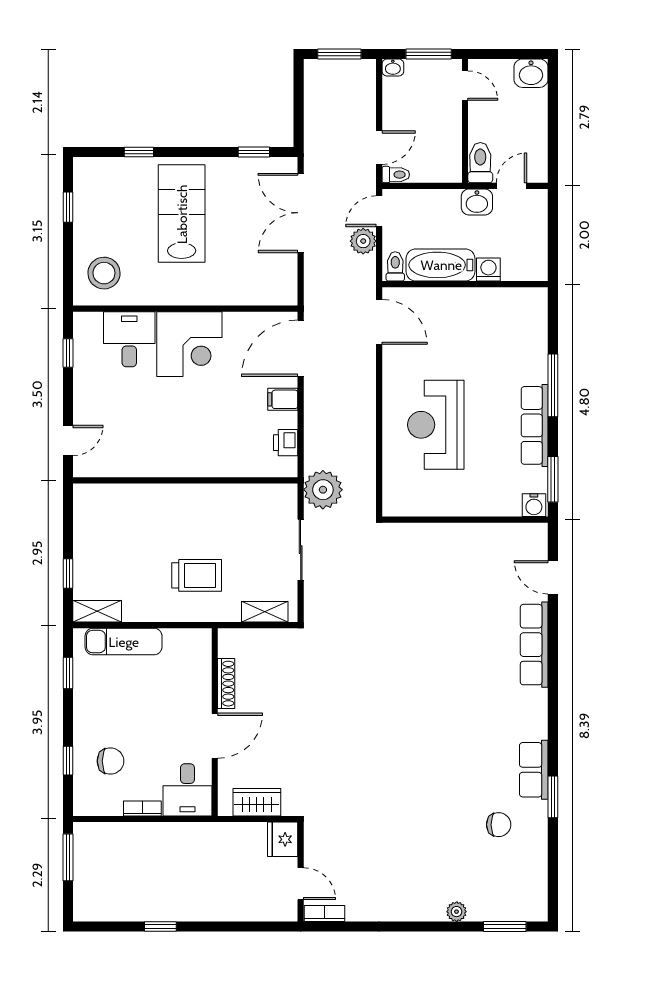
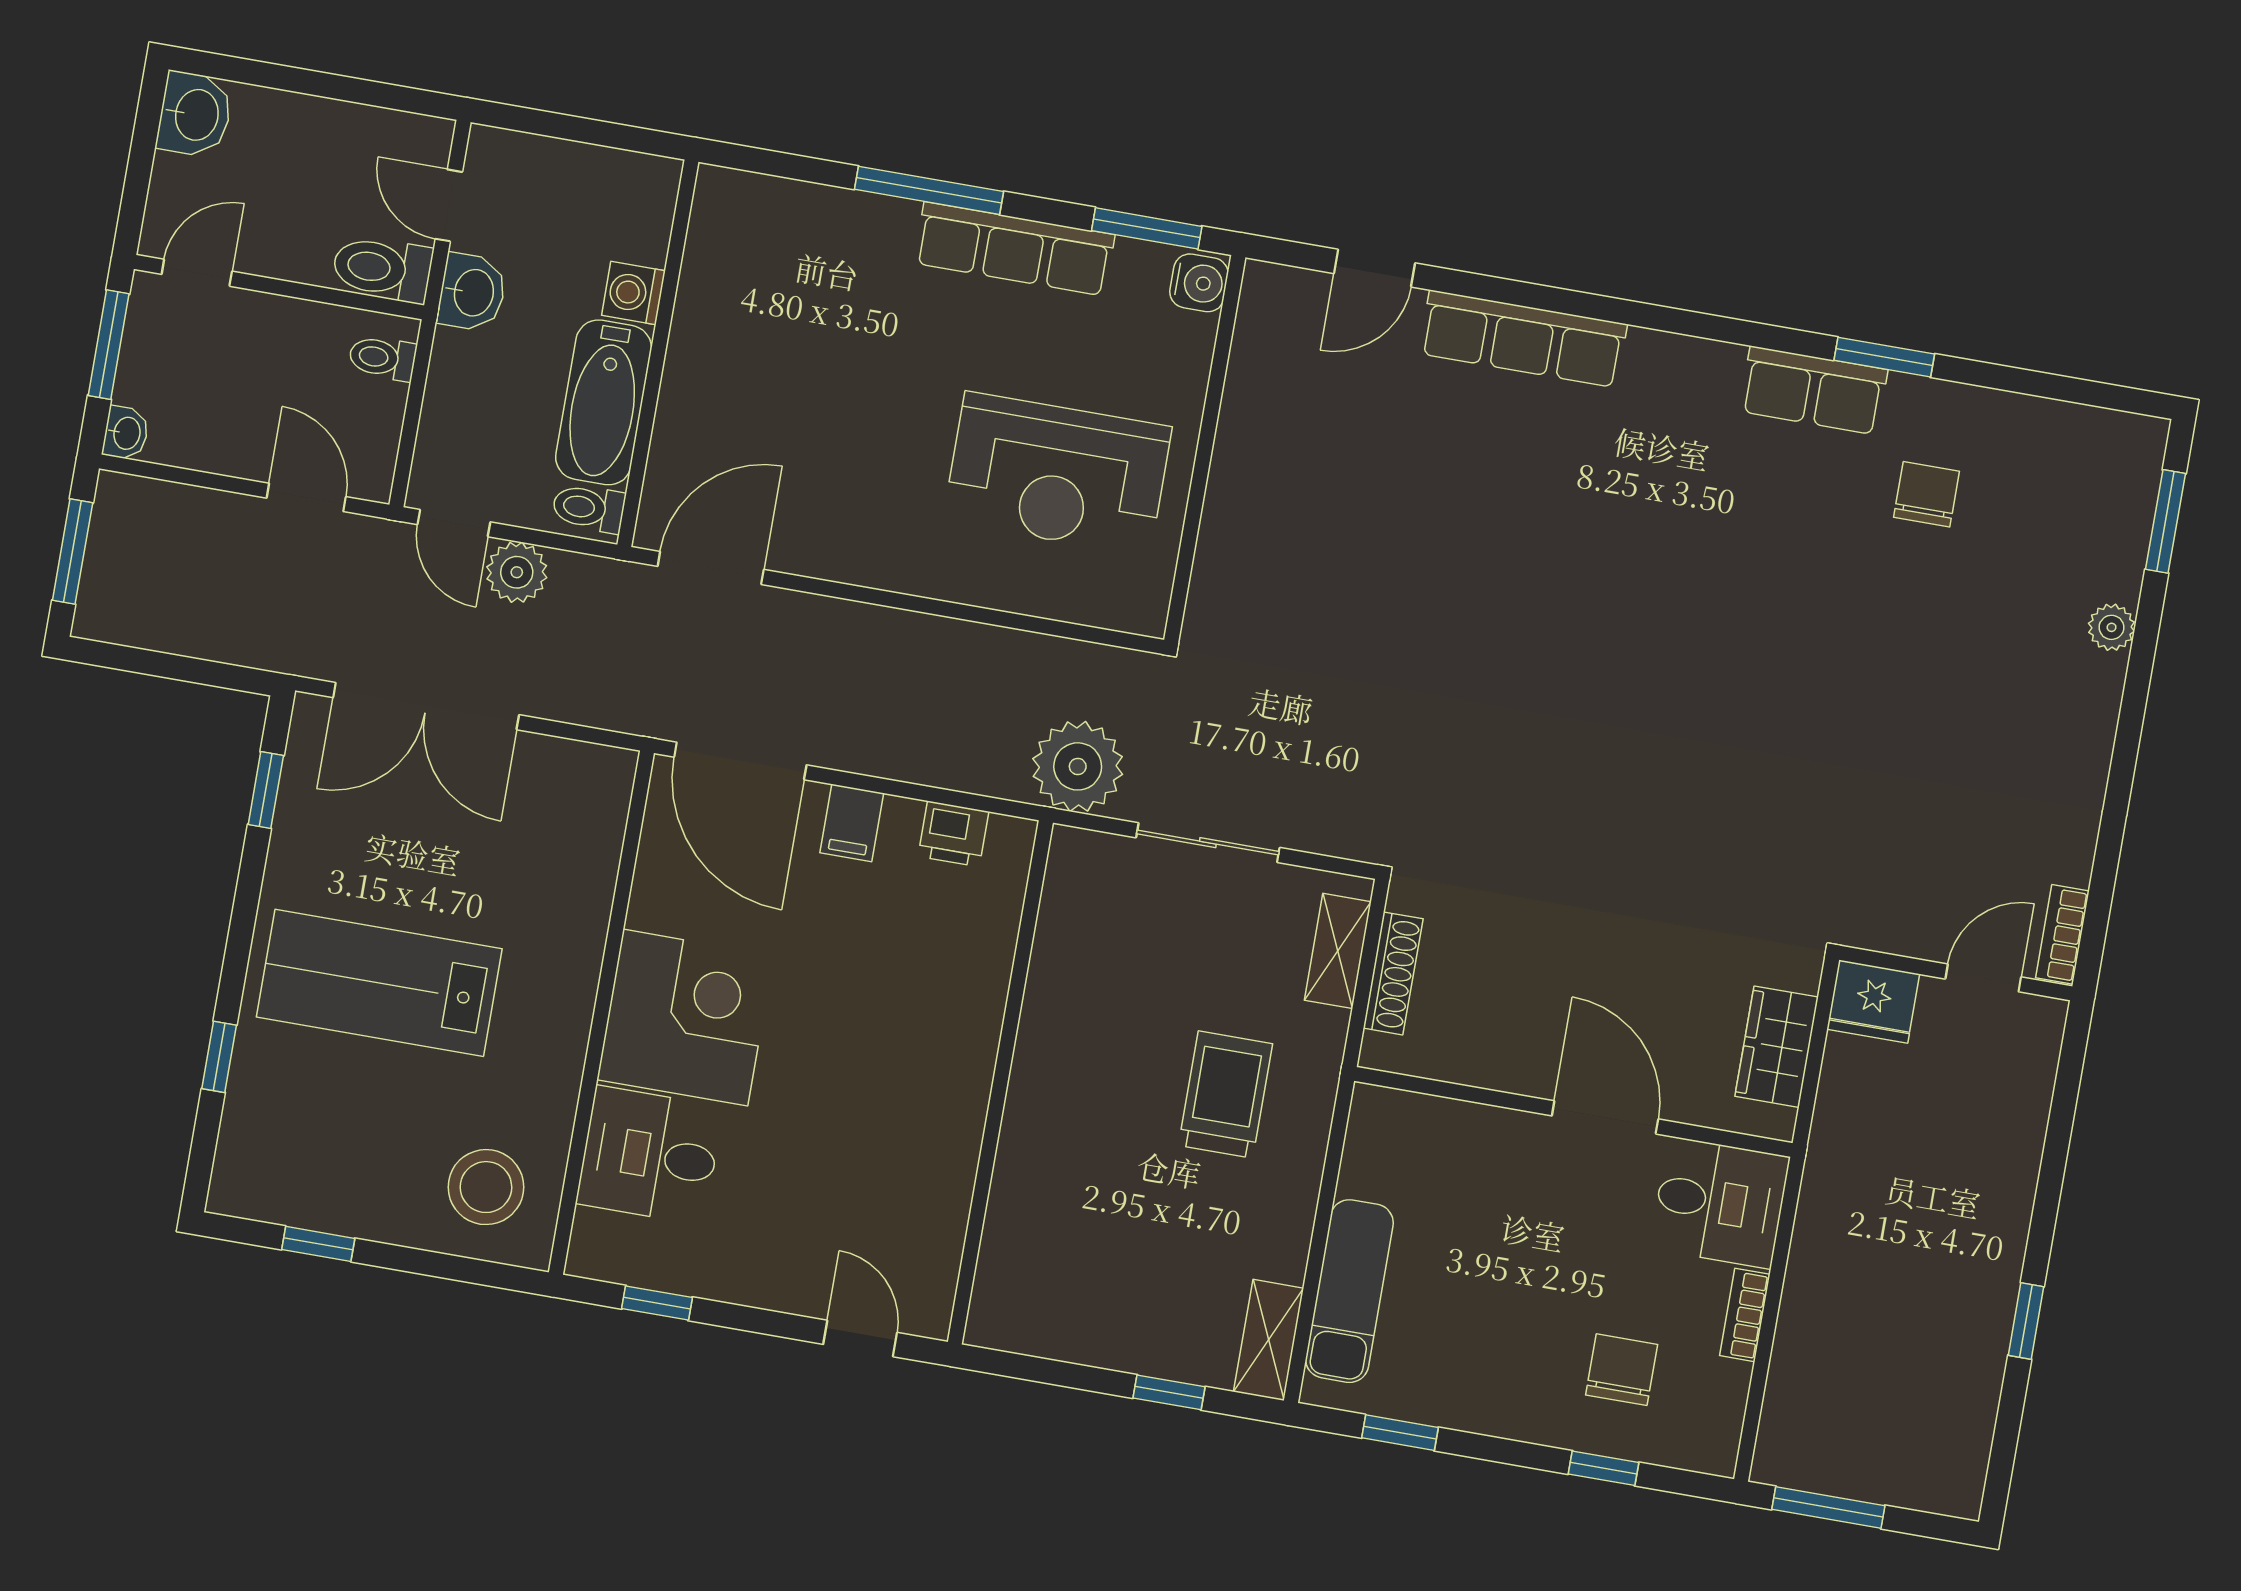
toilet: (396, 175) -> (382, 358), moved, turned -90
reception desk: (436, 425) -> (1057, 474), moved
shoe rack: (226, 684) -> (1393, 973), moved, turned 90

